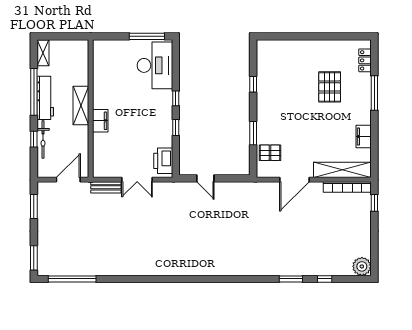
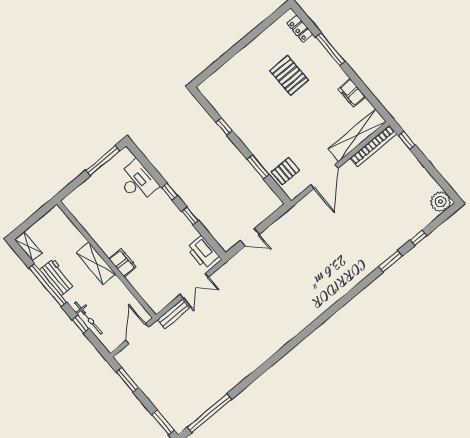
desk: (155, 65) -> (137, 181), width x0.73, depth x0.77
workbench: (45, 98) -> (57, 277), width x0.73

